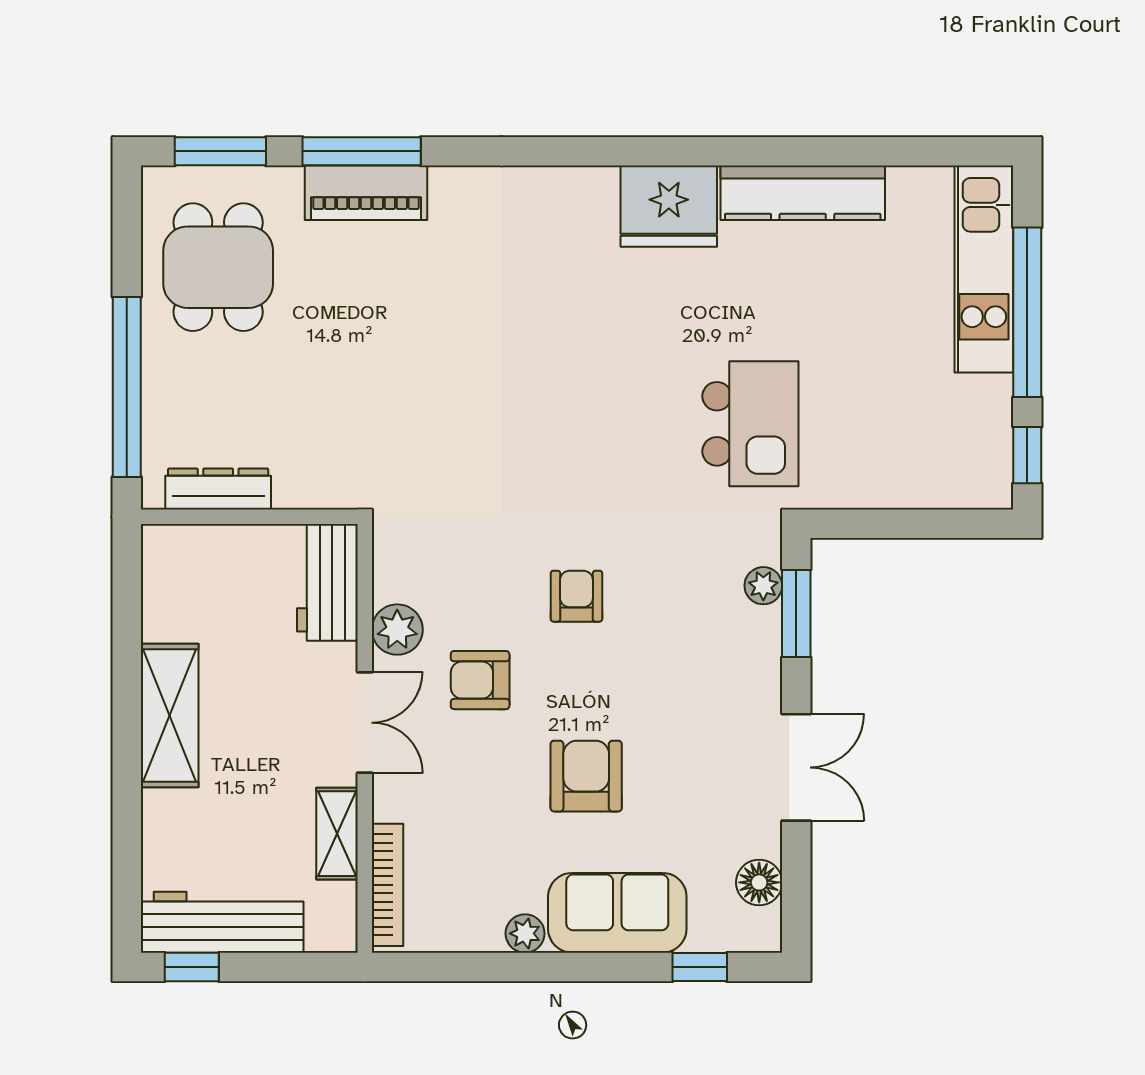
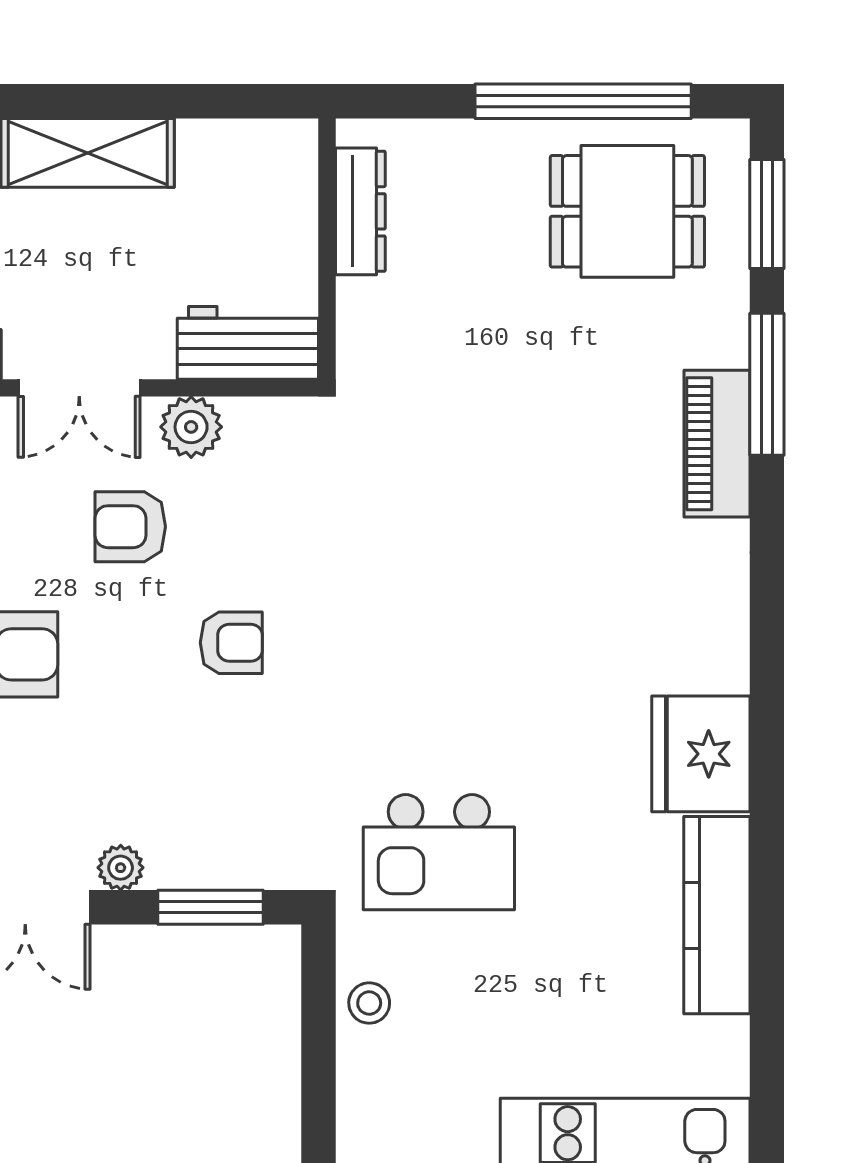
piano: (366, 193) -> (717, 444), moved
window: (127, 387) -> (583, 101), moved
stool: (876, 482) -> (369, 1003), added
plant: (763, 586) -> (121, 868), moved
armchair: (480, 680) -> (130, 527), turned -90

